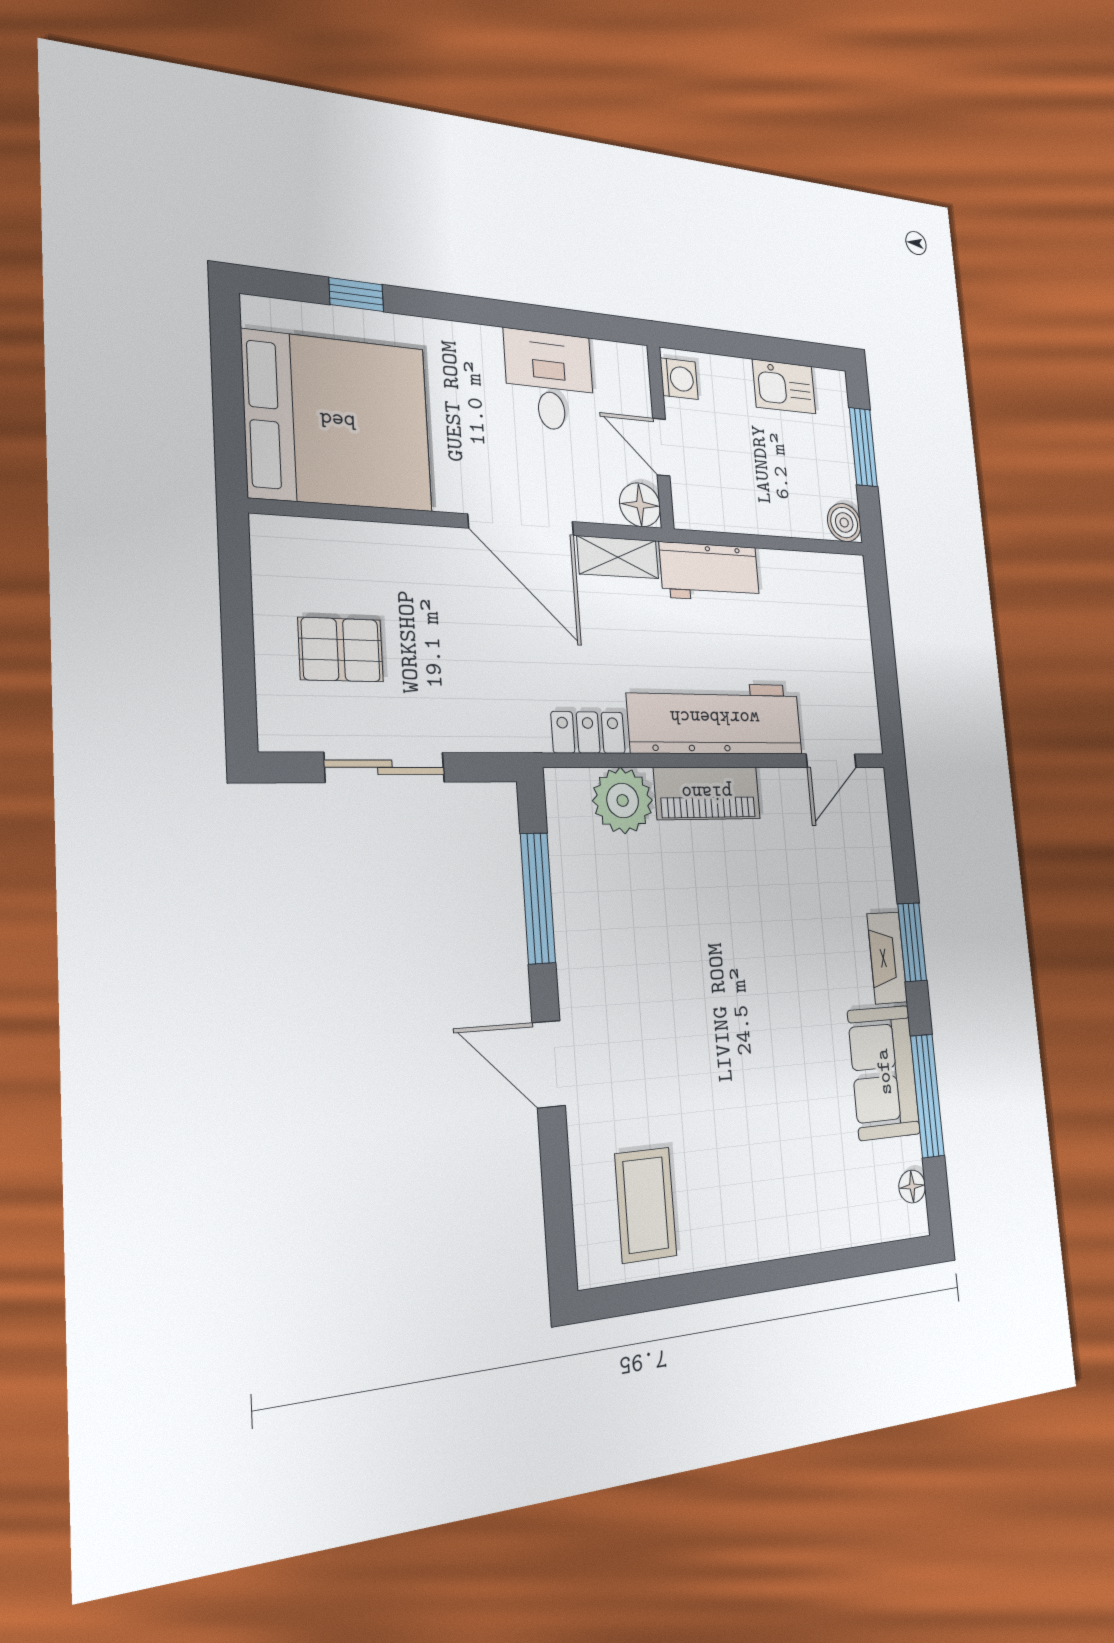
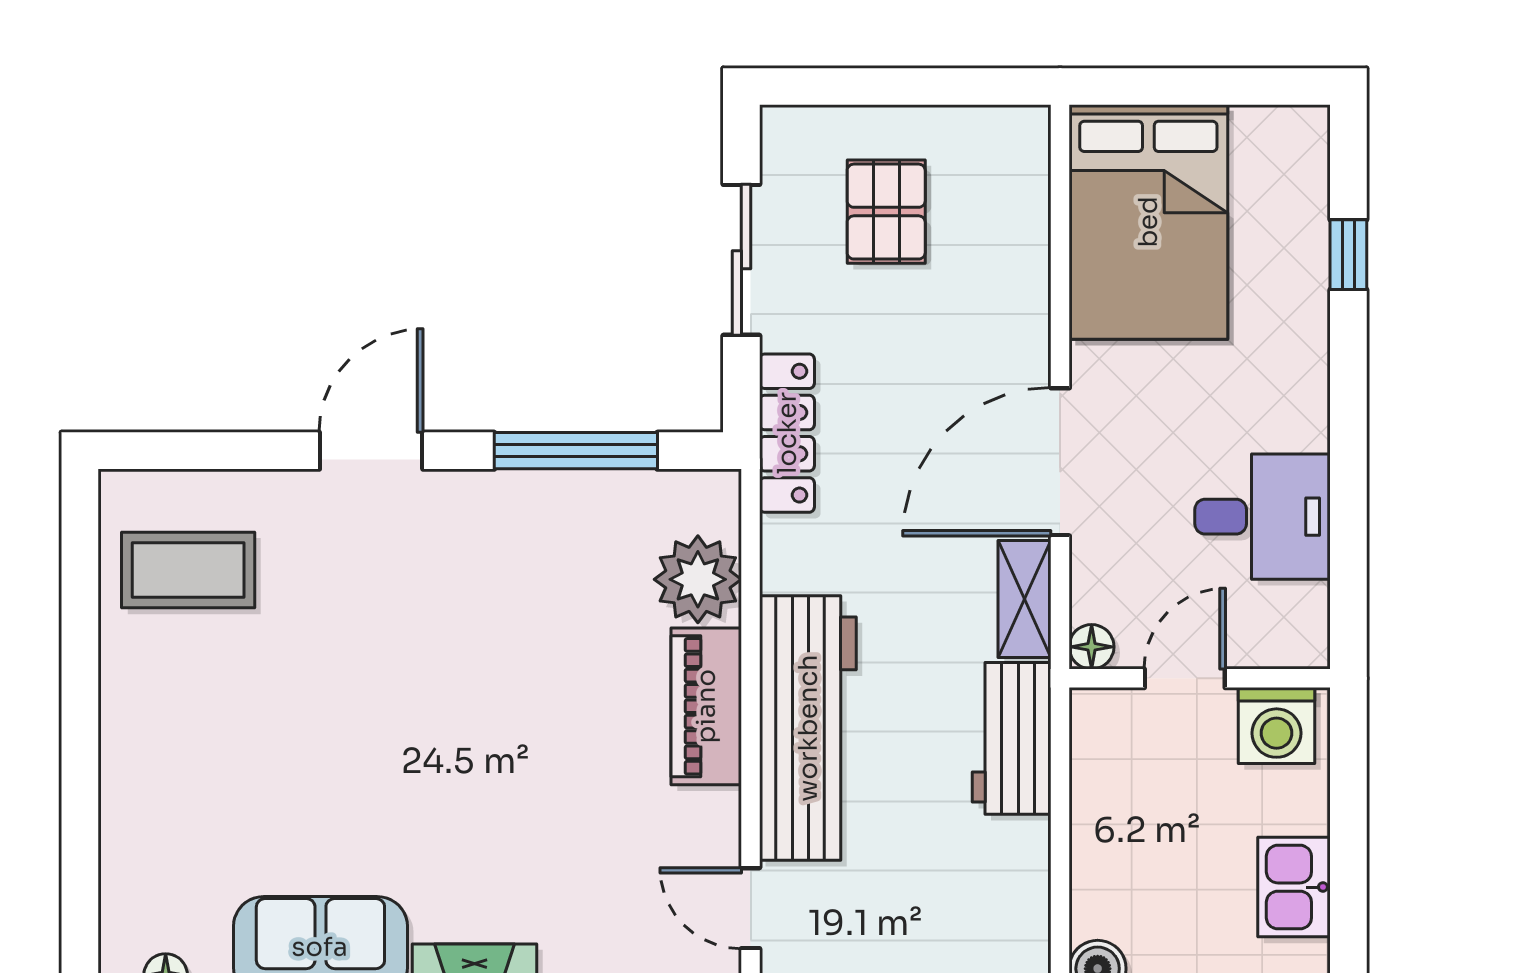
washing machine: (679, 379) -> (1276, 725), width x1.38, depth x1.38
bed: (338, 421) -> (1148, 222), width x0.73
floor lamp: (640, 505) -> (1092, 647), width x0.73, depth x0.73
locker: (588, 733) -> (787, 433), moved, width x1.53

